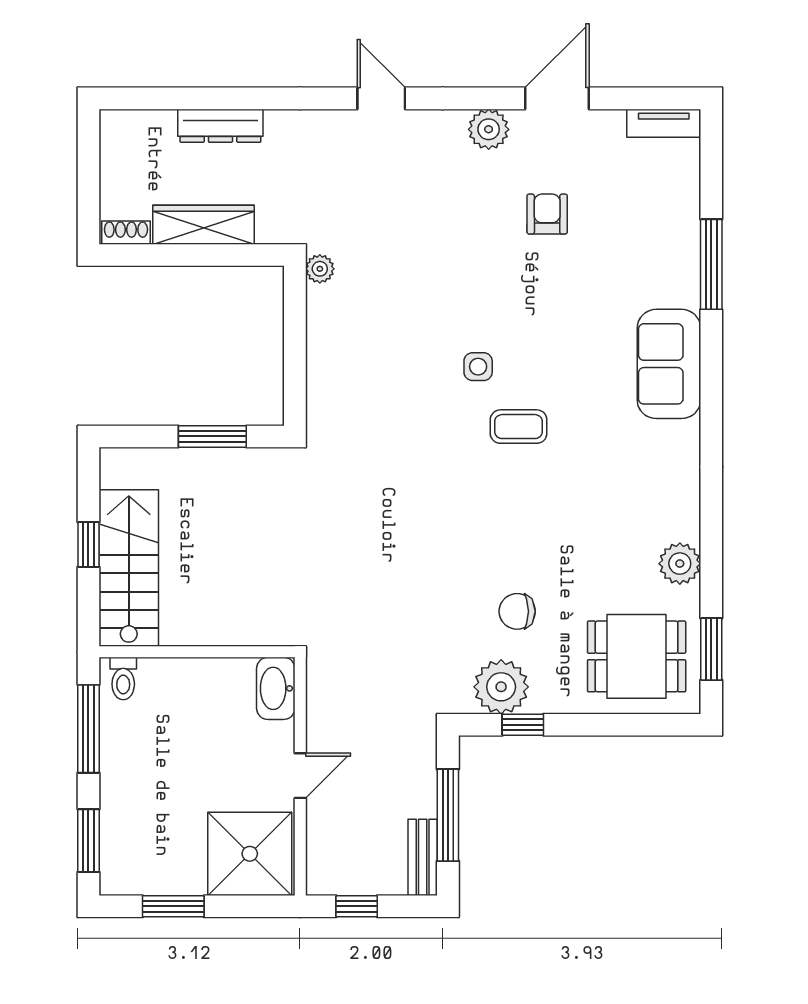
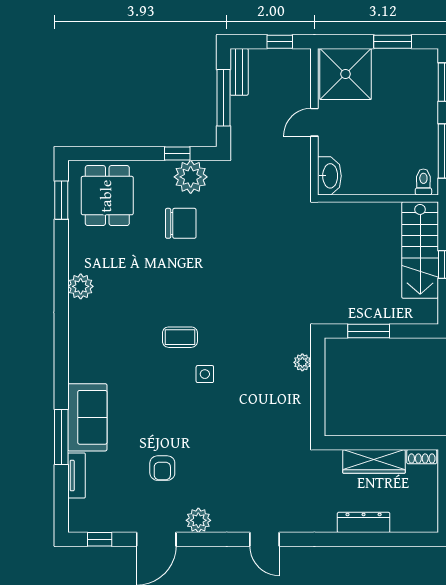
window: (649, 98) -> (100, 539), added
tv unit: (664, 123) -> (77, 475), moved, turned 90
plant: (320, 269) -> (302, 362), moved
sofa: (669, 364) -> (87, 417), moved
plant: (680, 564) -> (81, 286), moved
chair: (517, 611) -> (181, 223), width x1.37, depth x1.37
dining table: (637, 656) -> (107, 196), turned 90

